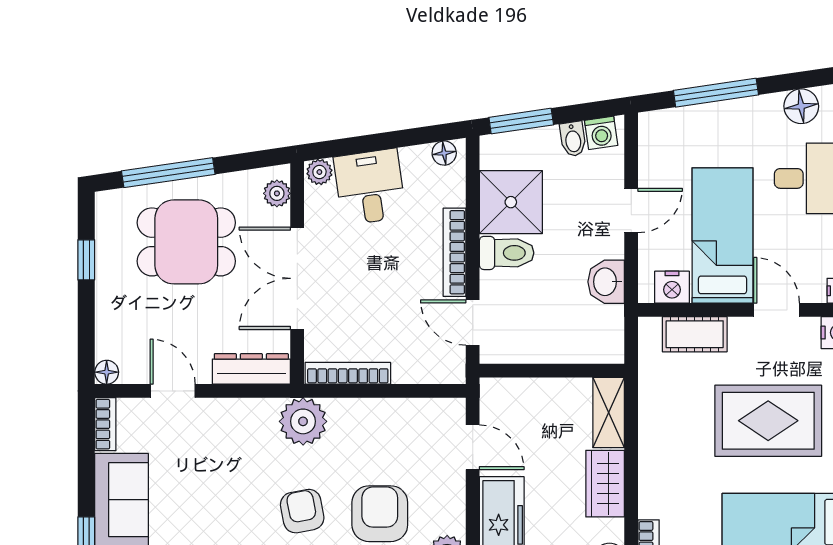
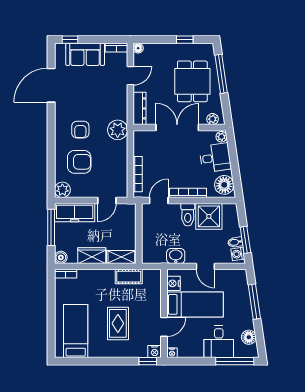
window: (521, 121) -> (245, 240), moved
floor lamp: (444, 153) -> (224, 185), width x1.89, depth x1.89
cot: (695, 334) -> (129, 277), moved, turned 90
bookcase: (348, 373) -> (138, 174), moved
rug: (768, 421) -> (118, 323), width x0.73, depth x0.70
armchair: (302, 511) -> (80, 130), turned 101

